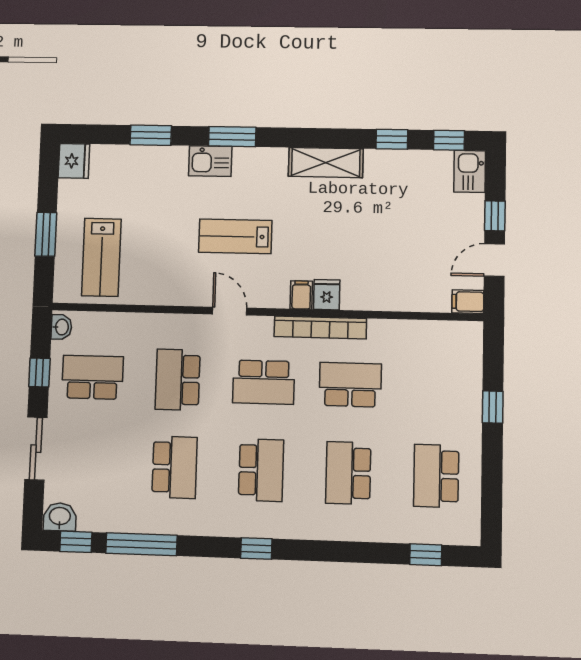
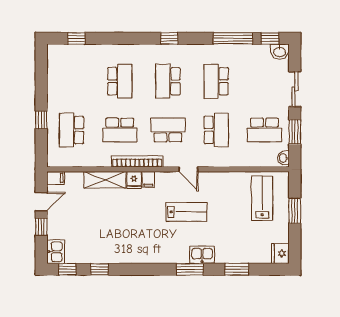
shelving: (326, 163) -> (105, 180), moved
window: (39, 372) -> (295, 132), width x1.50
school desk: (436, 476) -> (71, 130), moved, turned 180

